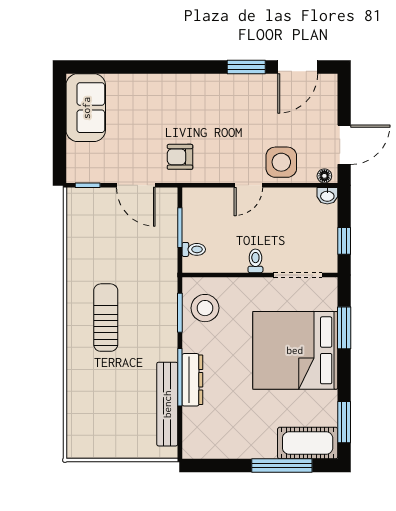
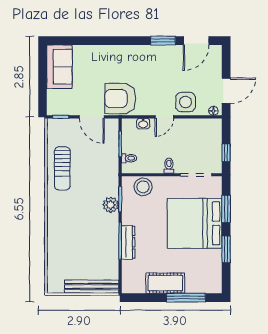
armchair: (180, 157) -> (120, 99), width x1.88, depth x1.88
washbasin: (327, 196) -> (143, 124), moved
stool: (205, 308) -> (143, 187), moved
sun lounger: (106, 318) -> (62, 168), moved, turned 180
plant: (165, 322) -> (111, 205), added
bench: (167, 404) -> (92, 287), moved, turned 90
window: (344, 422) -> (226, 249), moved
cot: (308, 443) -> (165, 283), moved

